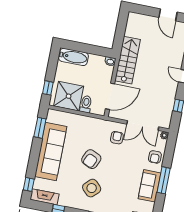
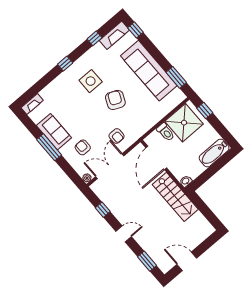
armchair: (155, 157) -> (83, 147), moved
side table: (92, 188) -> (91, 81), turned 45

